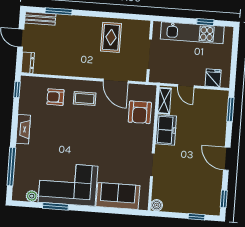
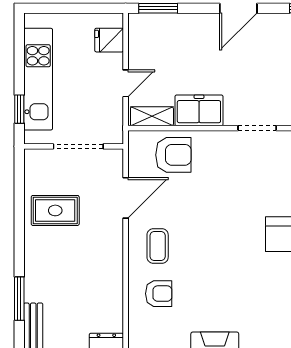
window: (205, 22) -> (19, 109), moved
armchair: (55, 97) -> (159, 294), turned -90

